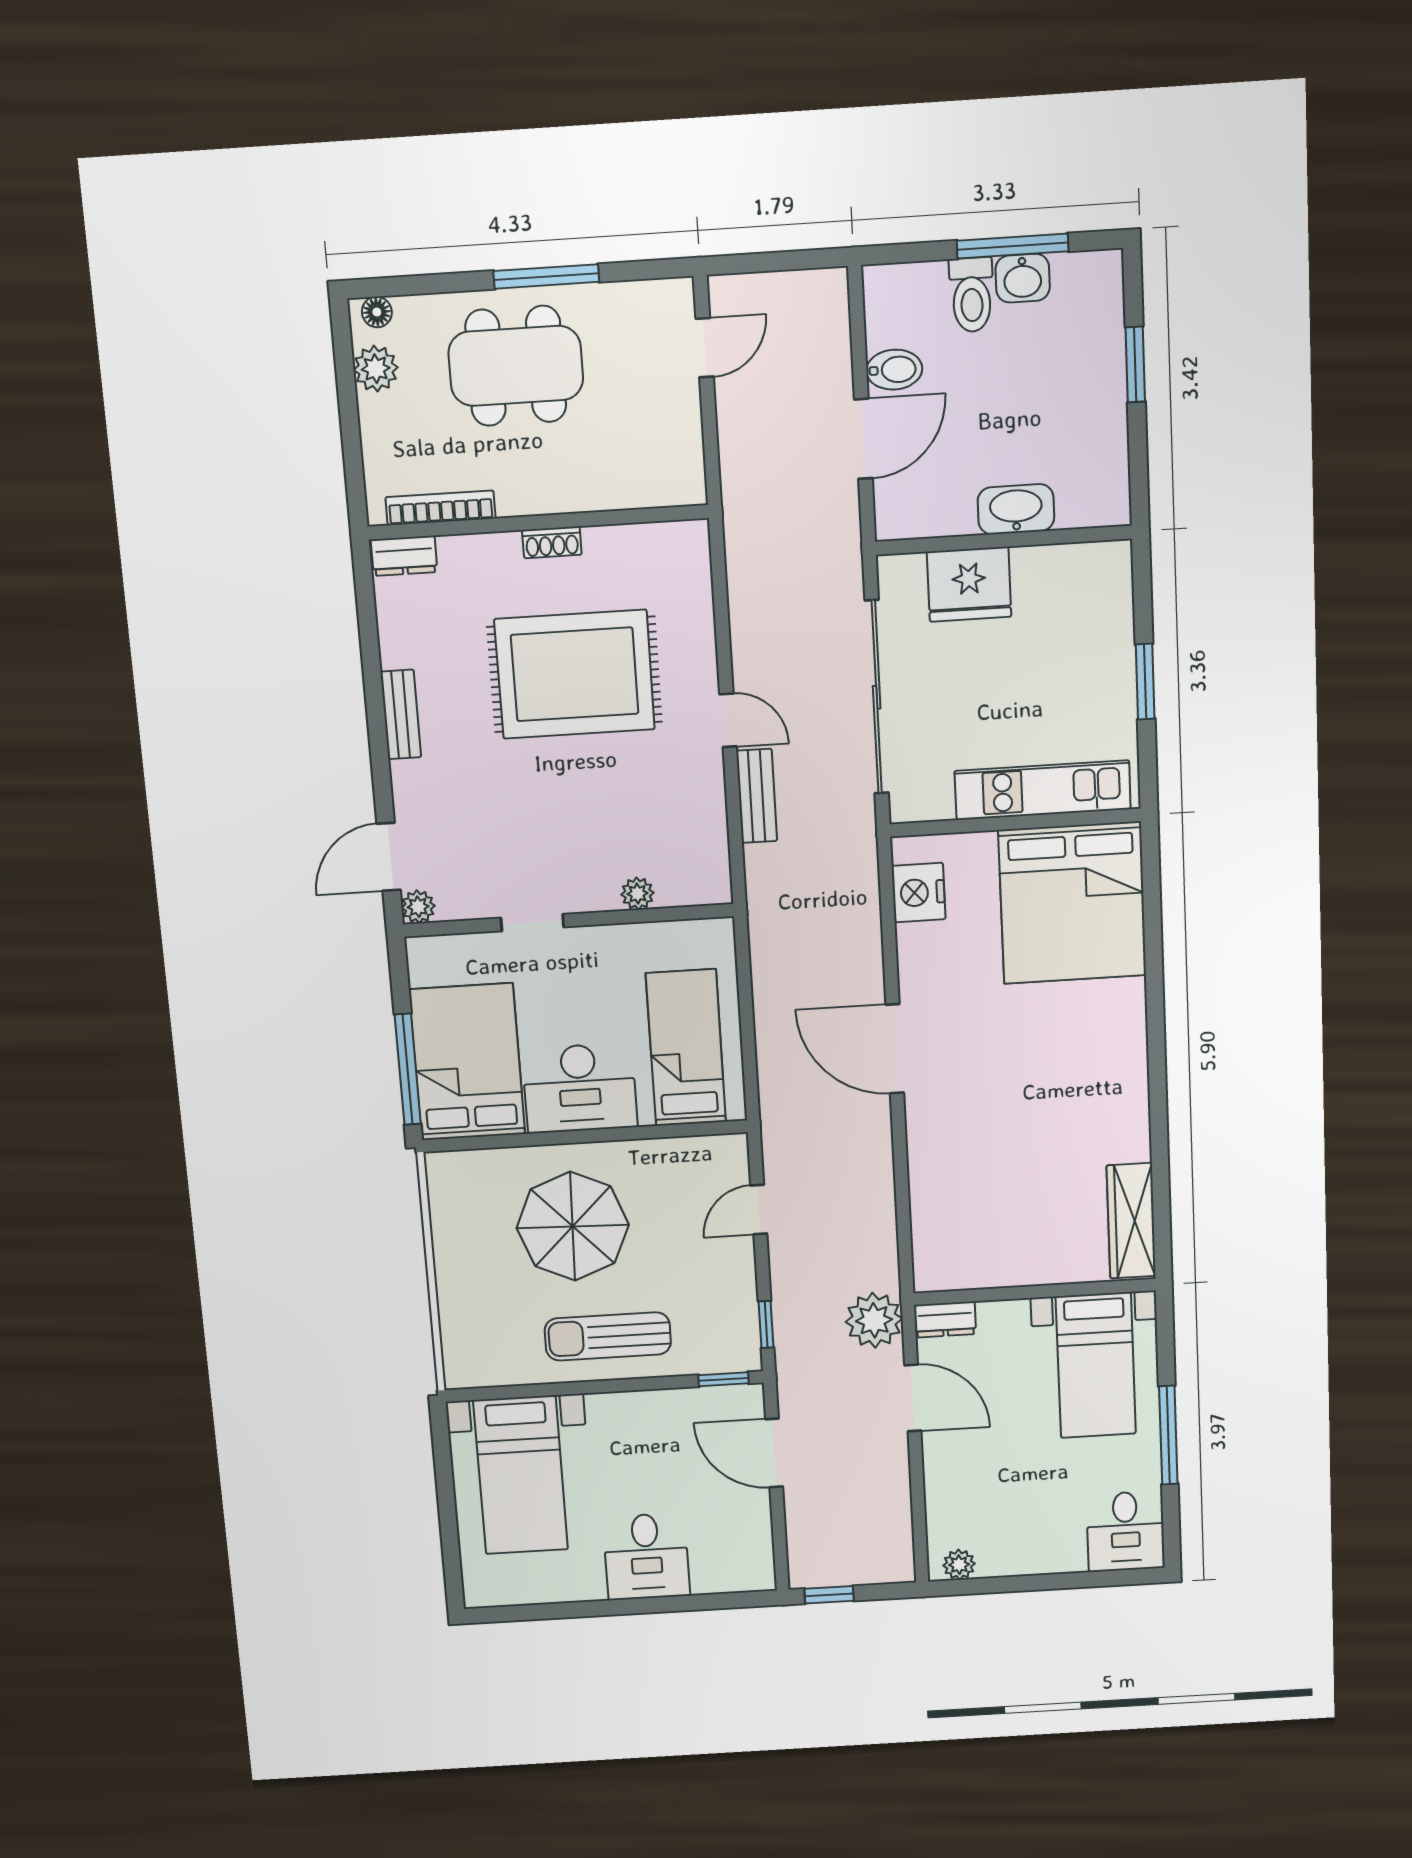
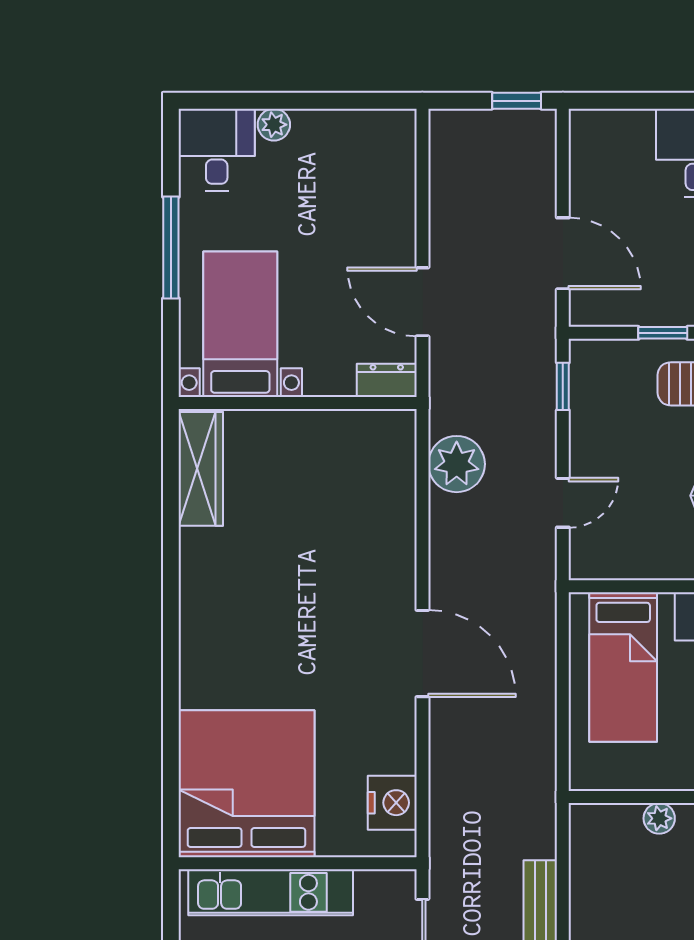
plant: (874, 1320) -> (457, 464), moved
window: (723, 1379) -> (663, 333), moved
plant: (959, 1565) -> (274, 125), moved

